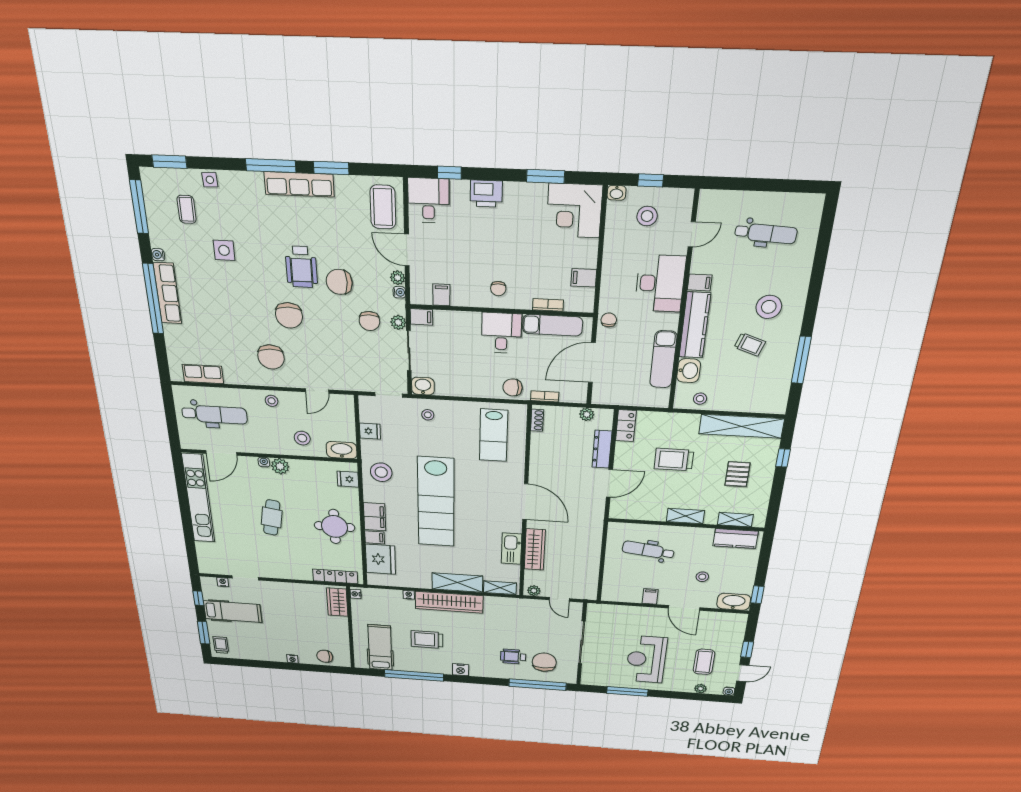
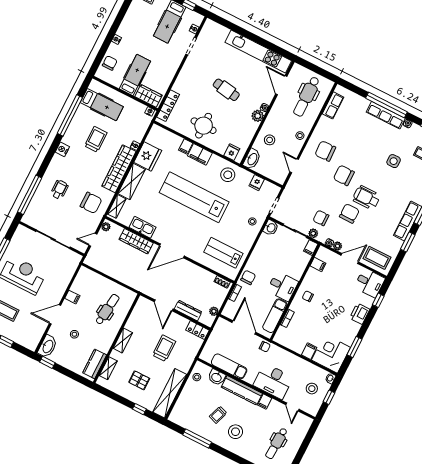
filing cabinet: (584, 278) -> (309, 351), moved
fridge: (380, 559) -> (148, 156), moved, turned -90
hospital bed: (321, 625) -> (135, 75), added
chair: (544, 662) -> (91, 203), moved

